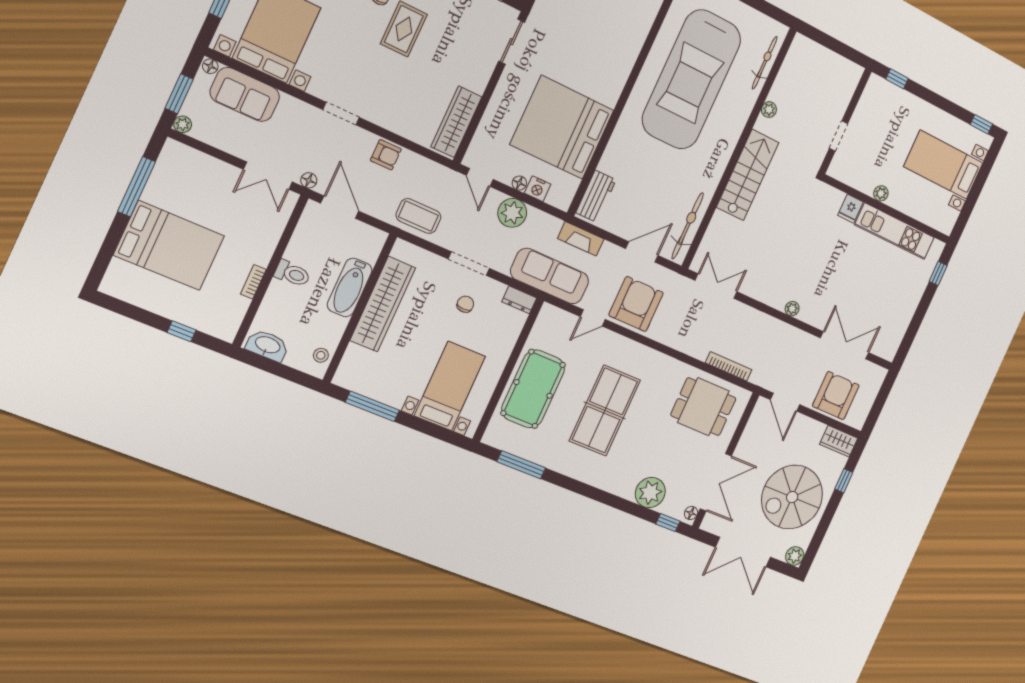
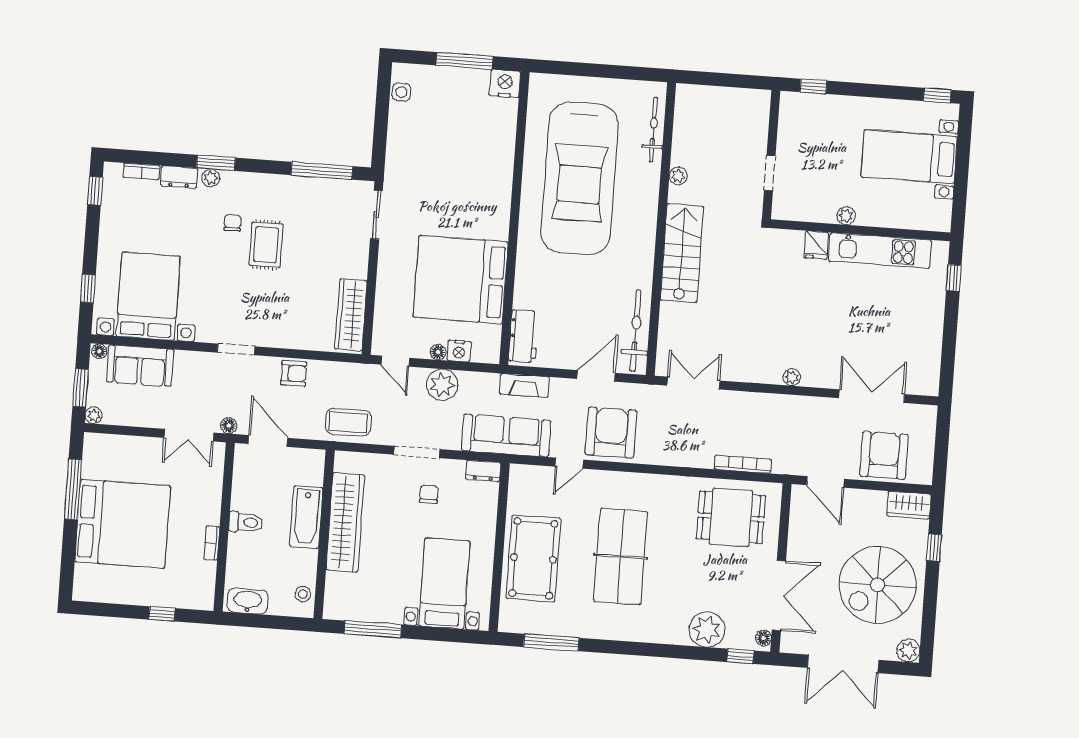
bed: (169, 245) -> (123, 524), width x1.36

